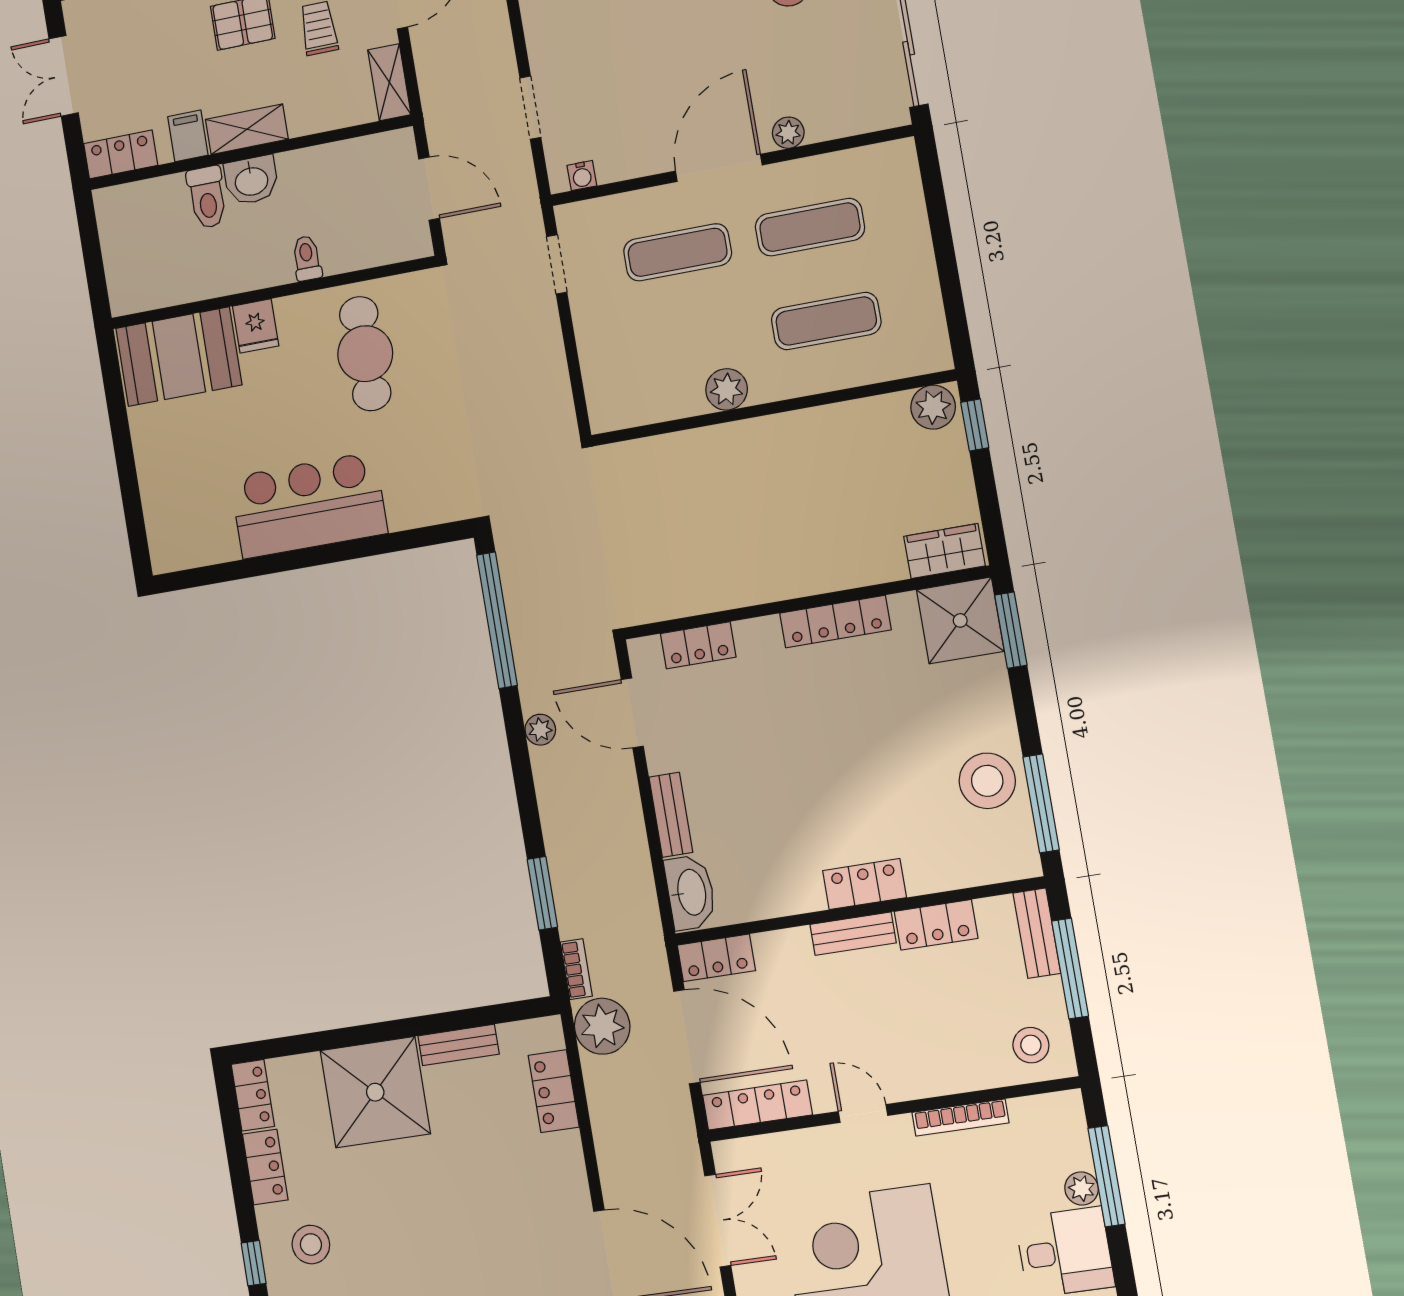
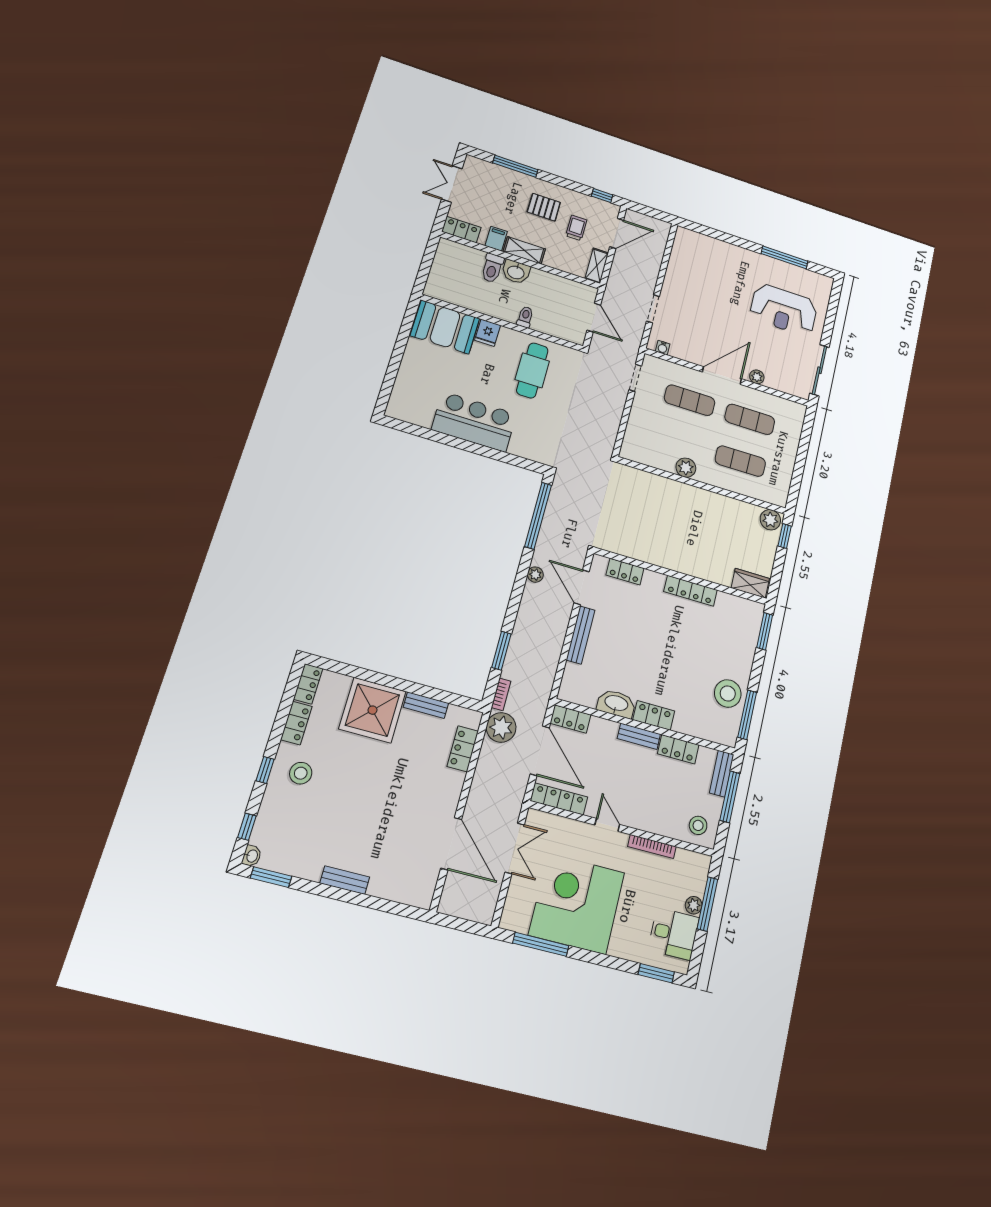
shower: (960, 620) -> (745, 617), removed
bench: (671, 815) -> (581, 635), width x1.36
washbasin: (690, 892) -> (616, 704), moved, turned -90

